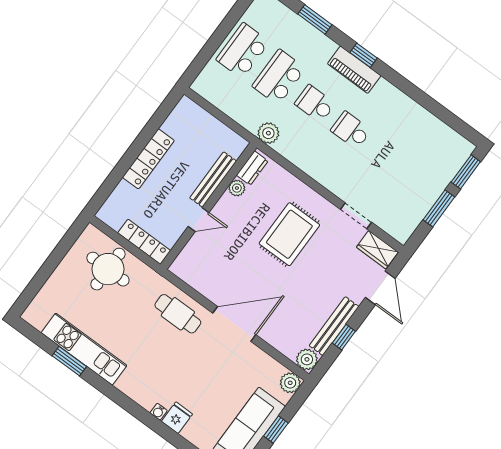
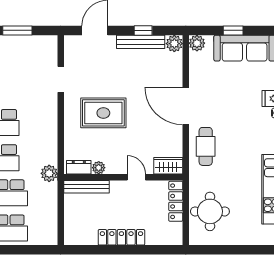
bench: (213, 180) -> (86, 187), moved
wardrobe: (377, 250) -> (168, 166), moved, turned -90

